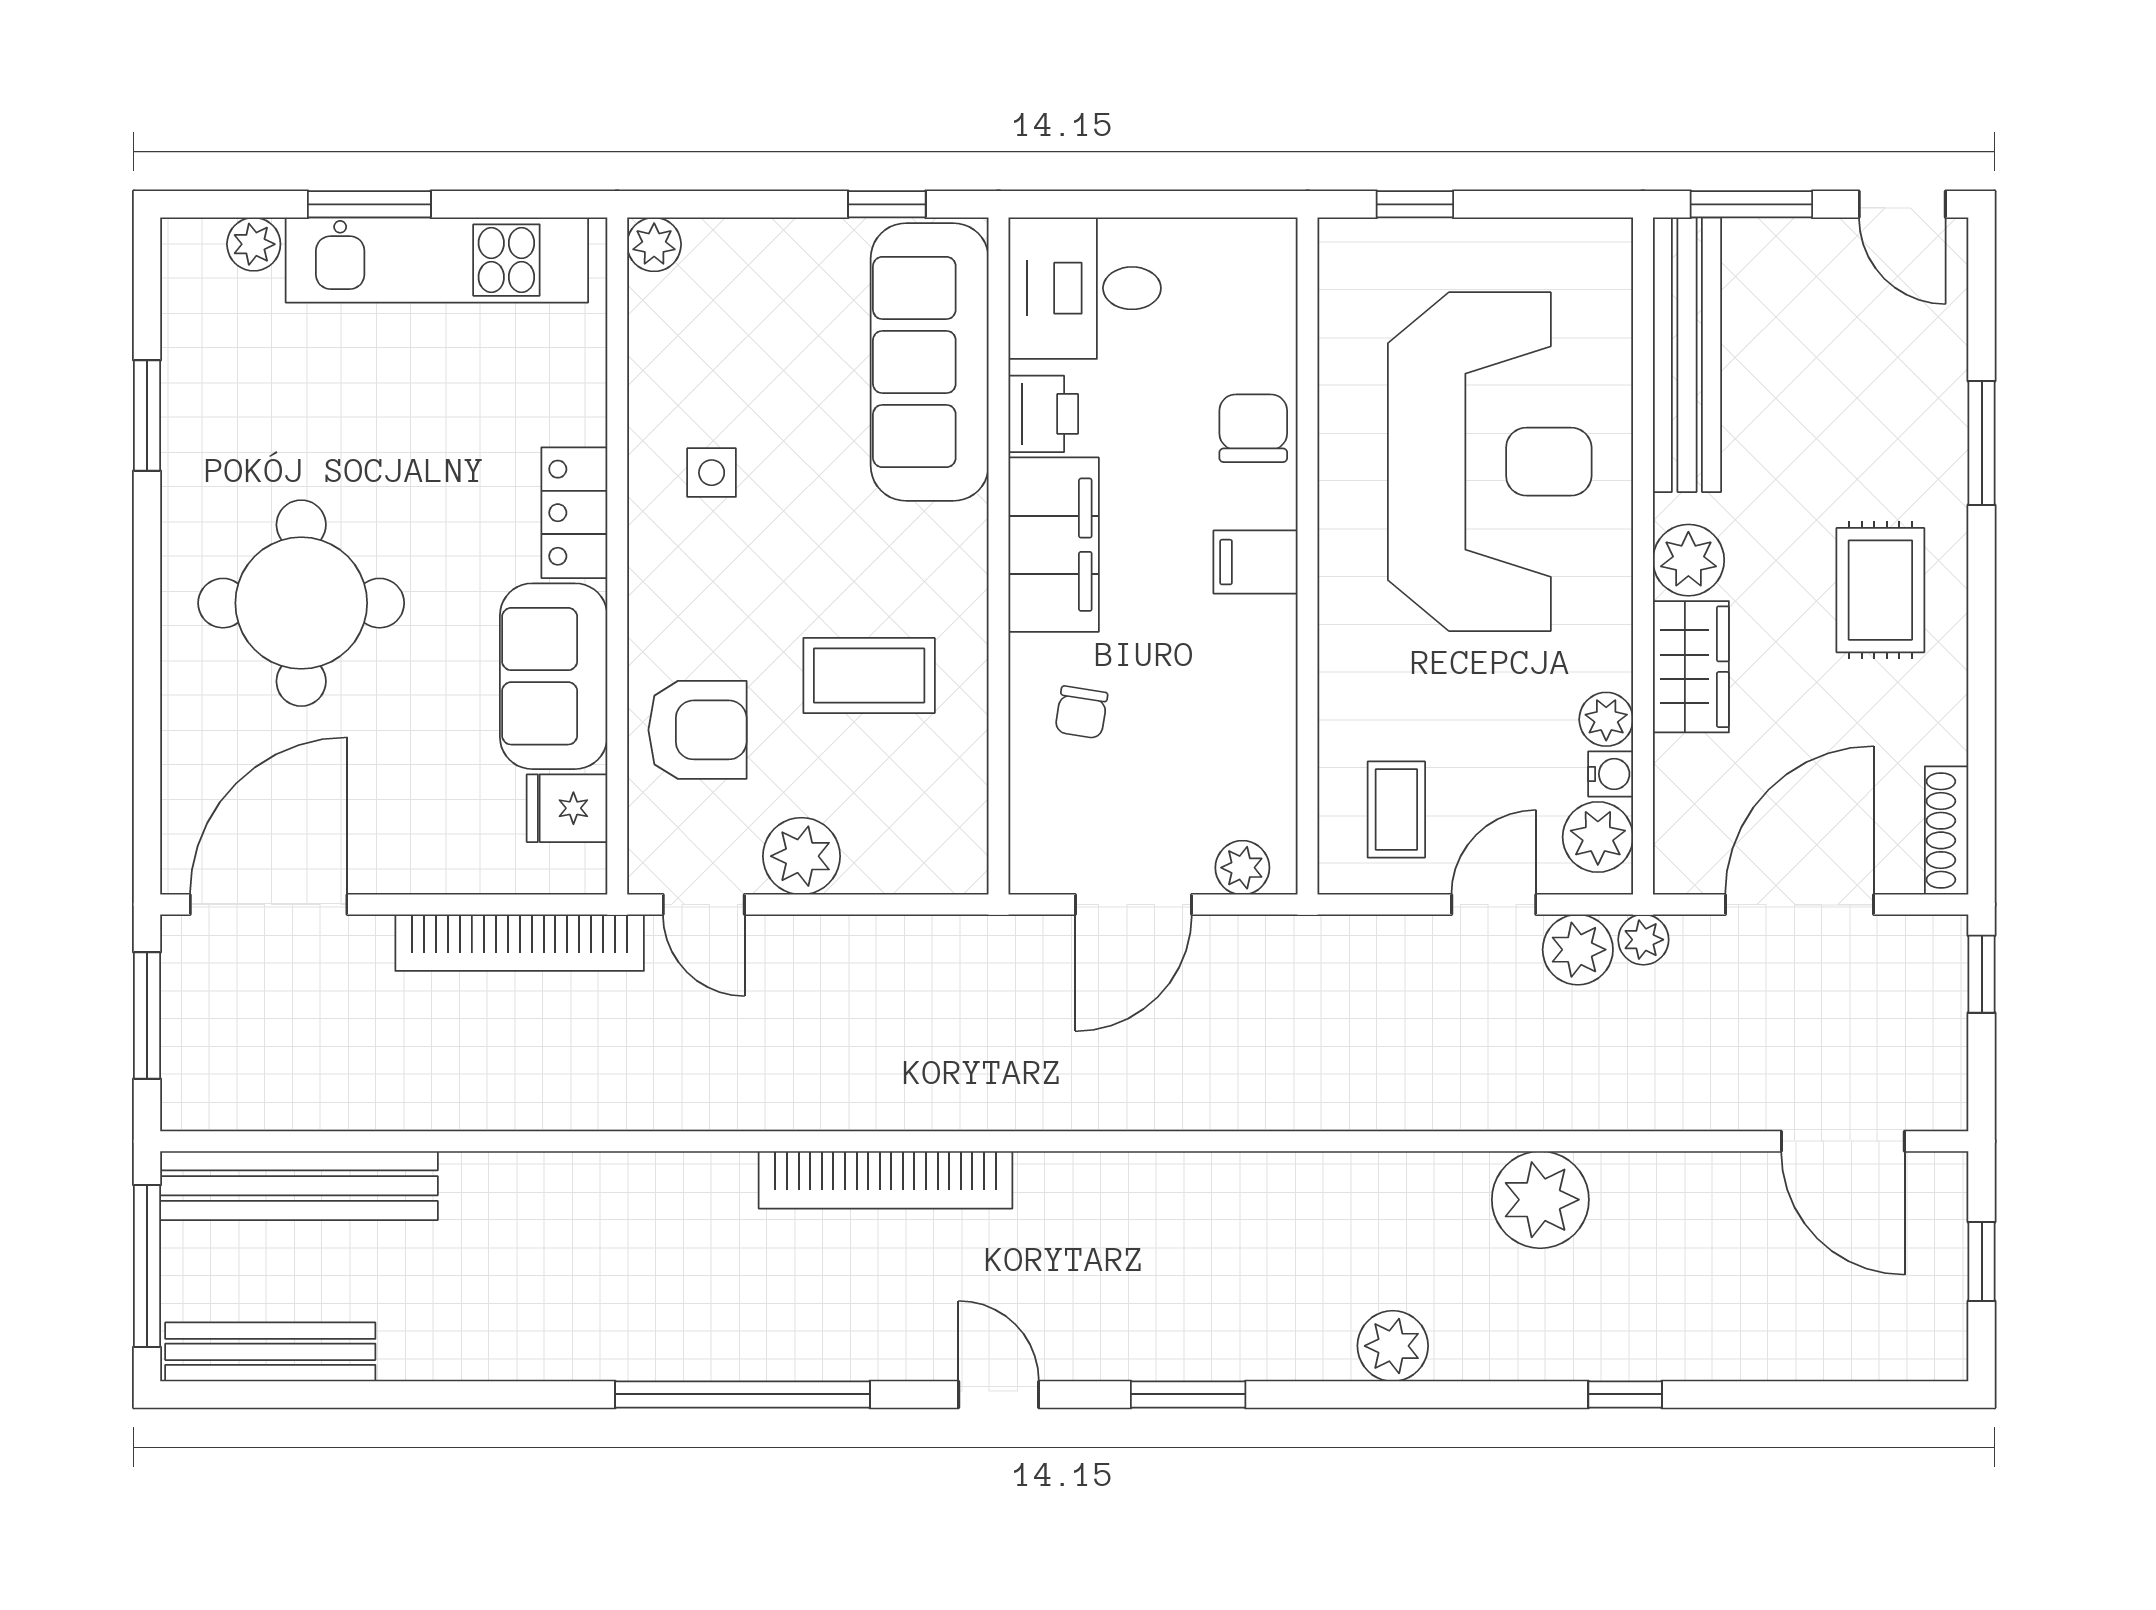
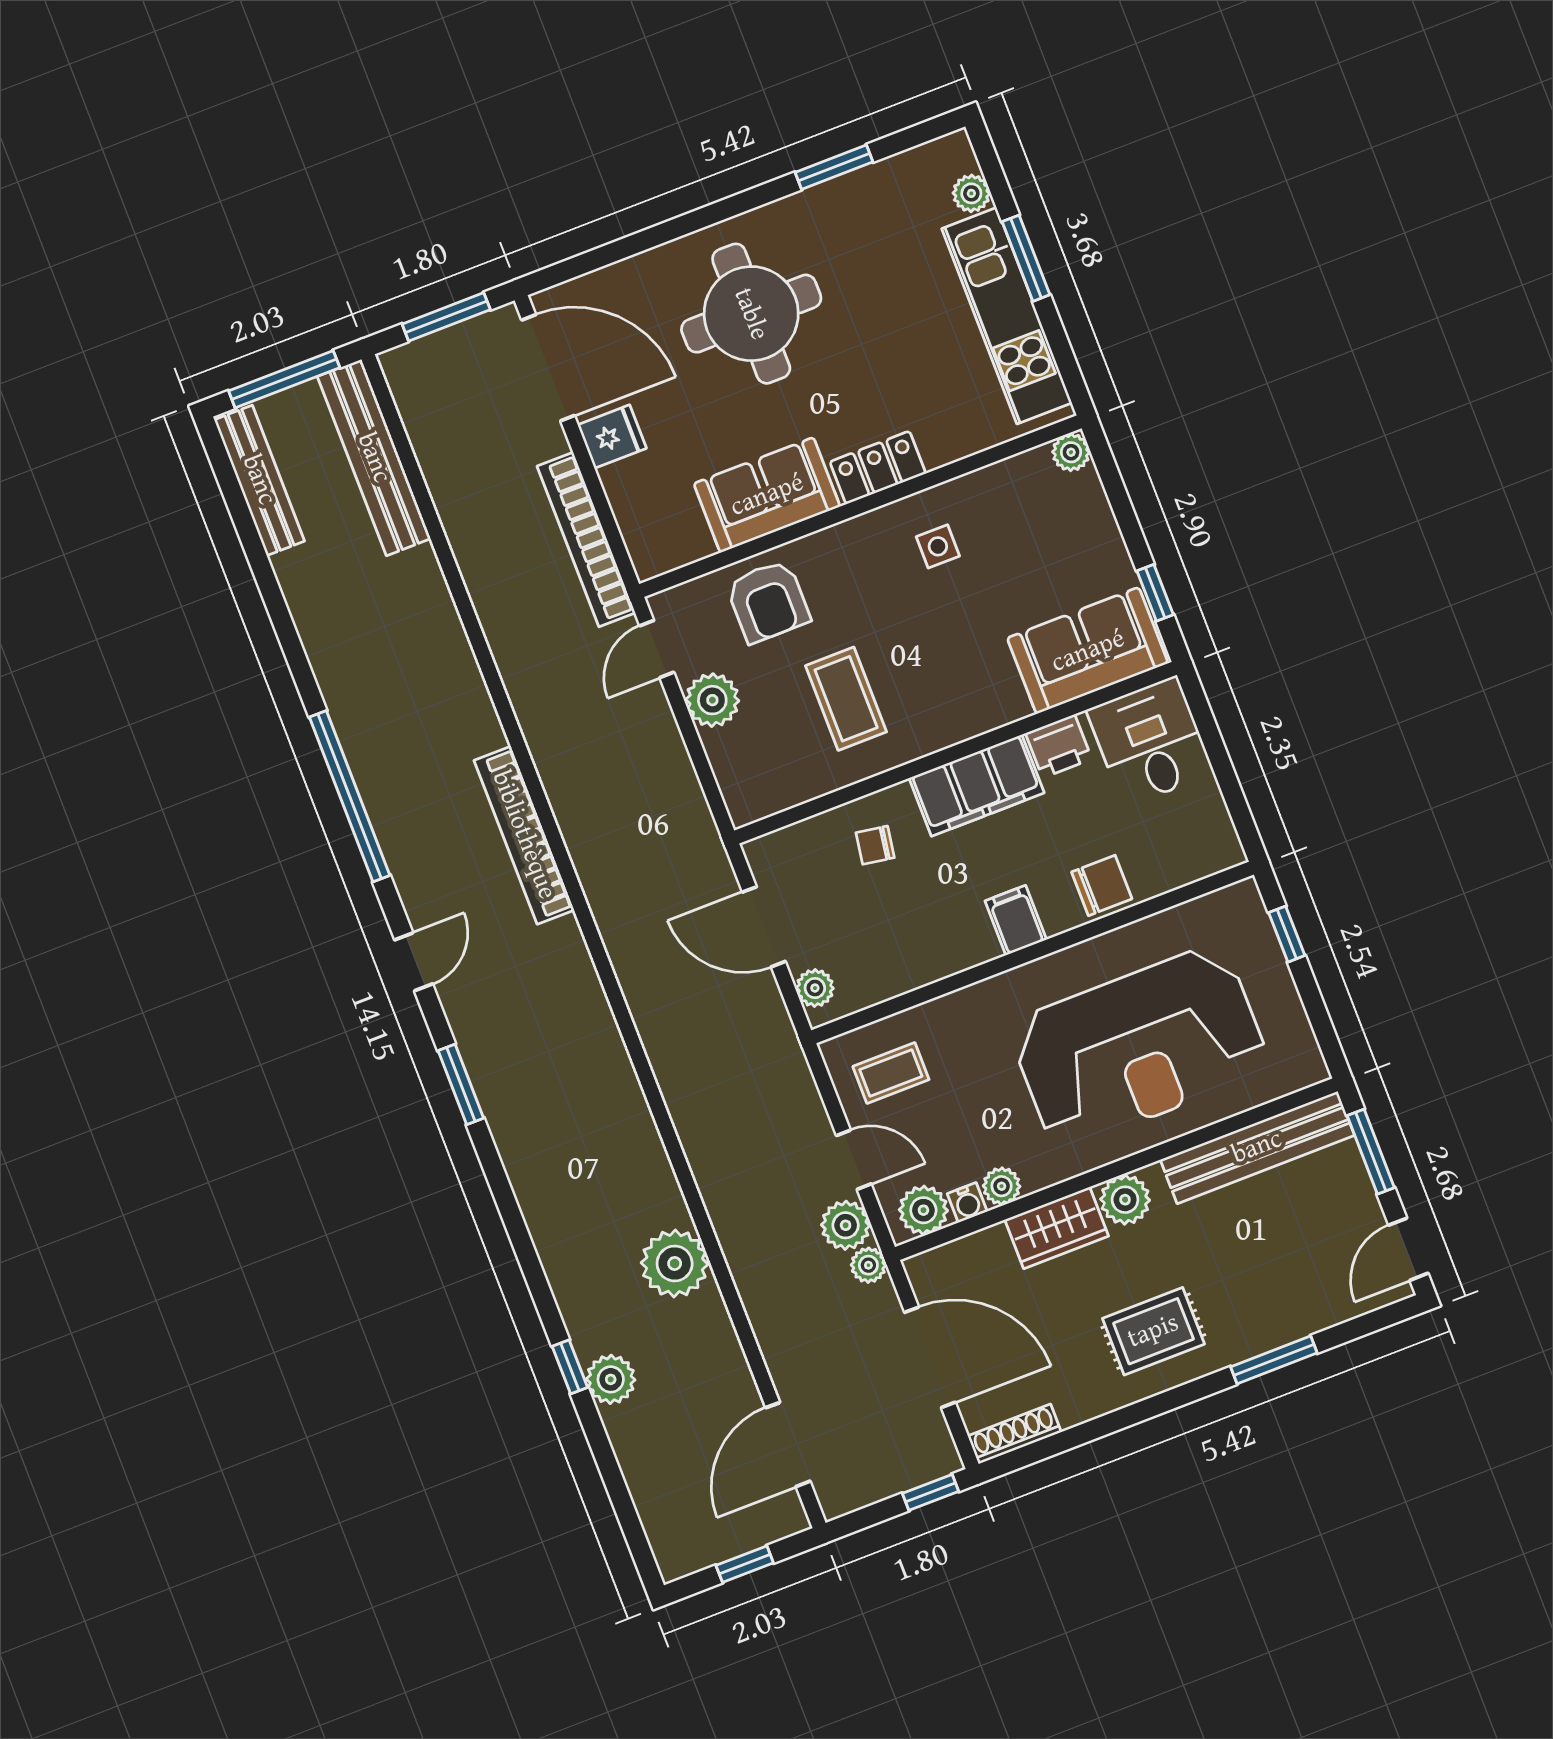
sofa: (930, 362) -> (1088, 651), width x0.73
fridge: (567, 808) -> (612, 437), moved, turned 90
plant: (1393, 1346) -> (611, 1379), moved

